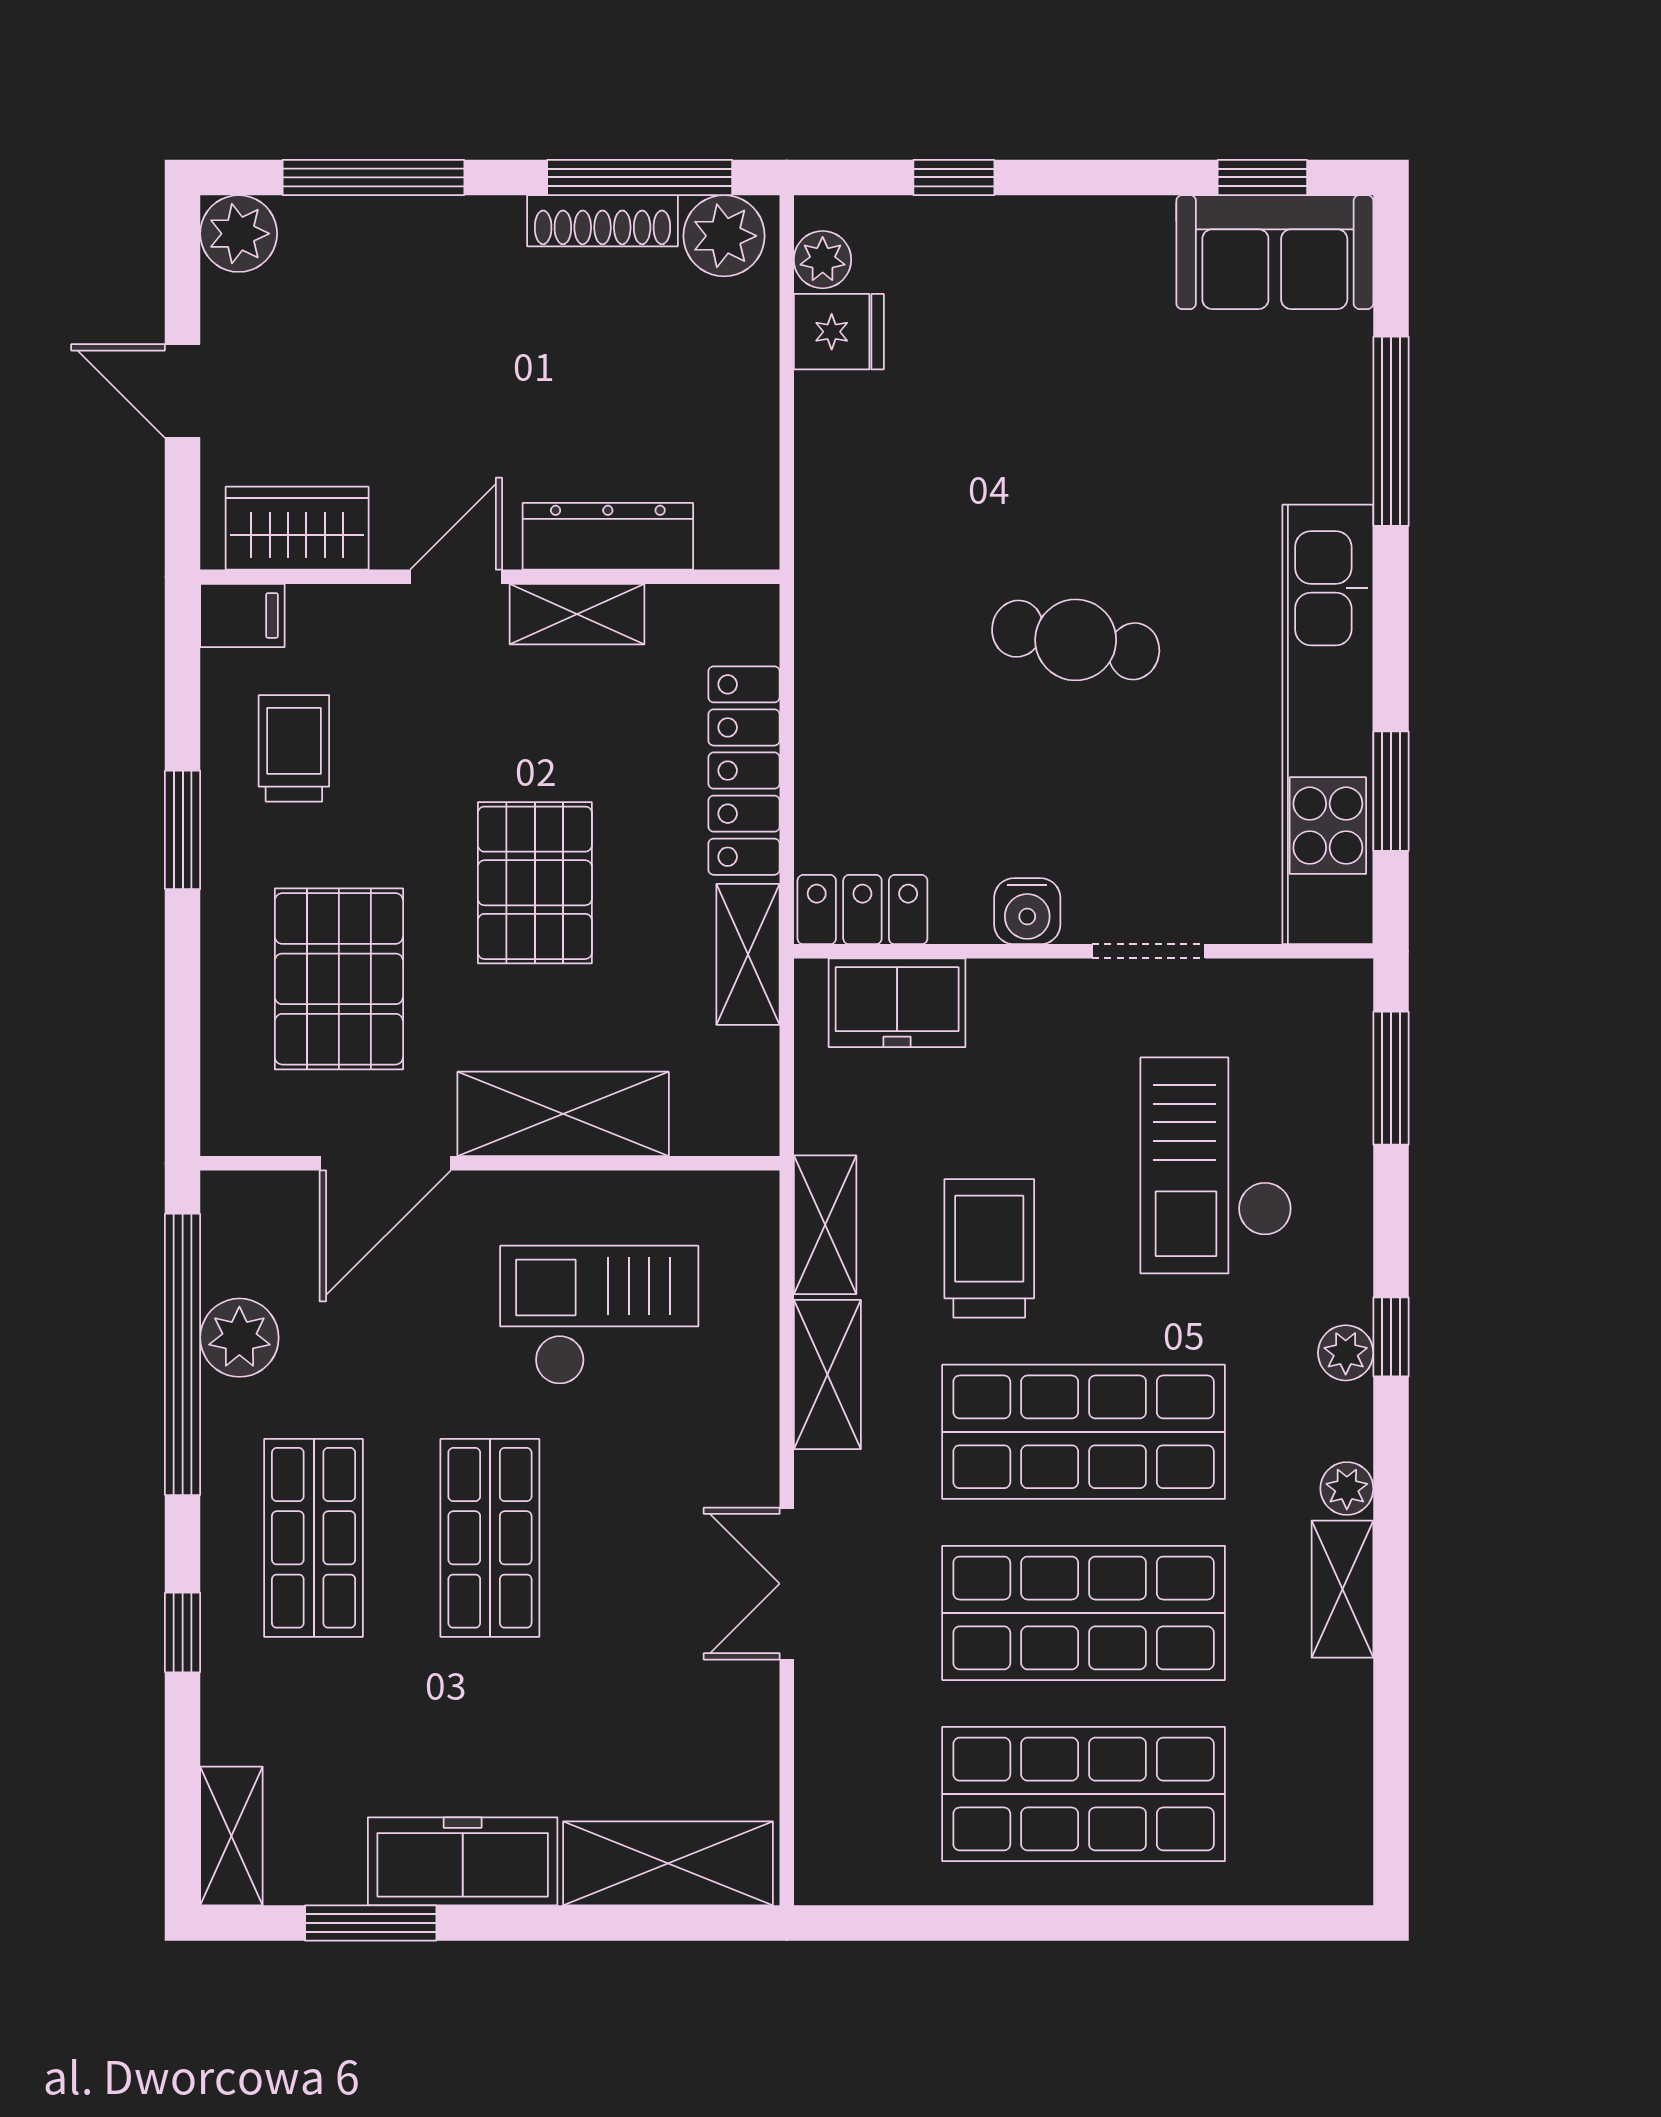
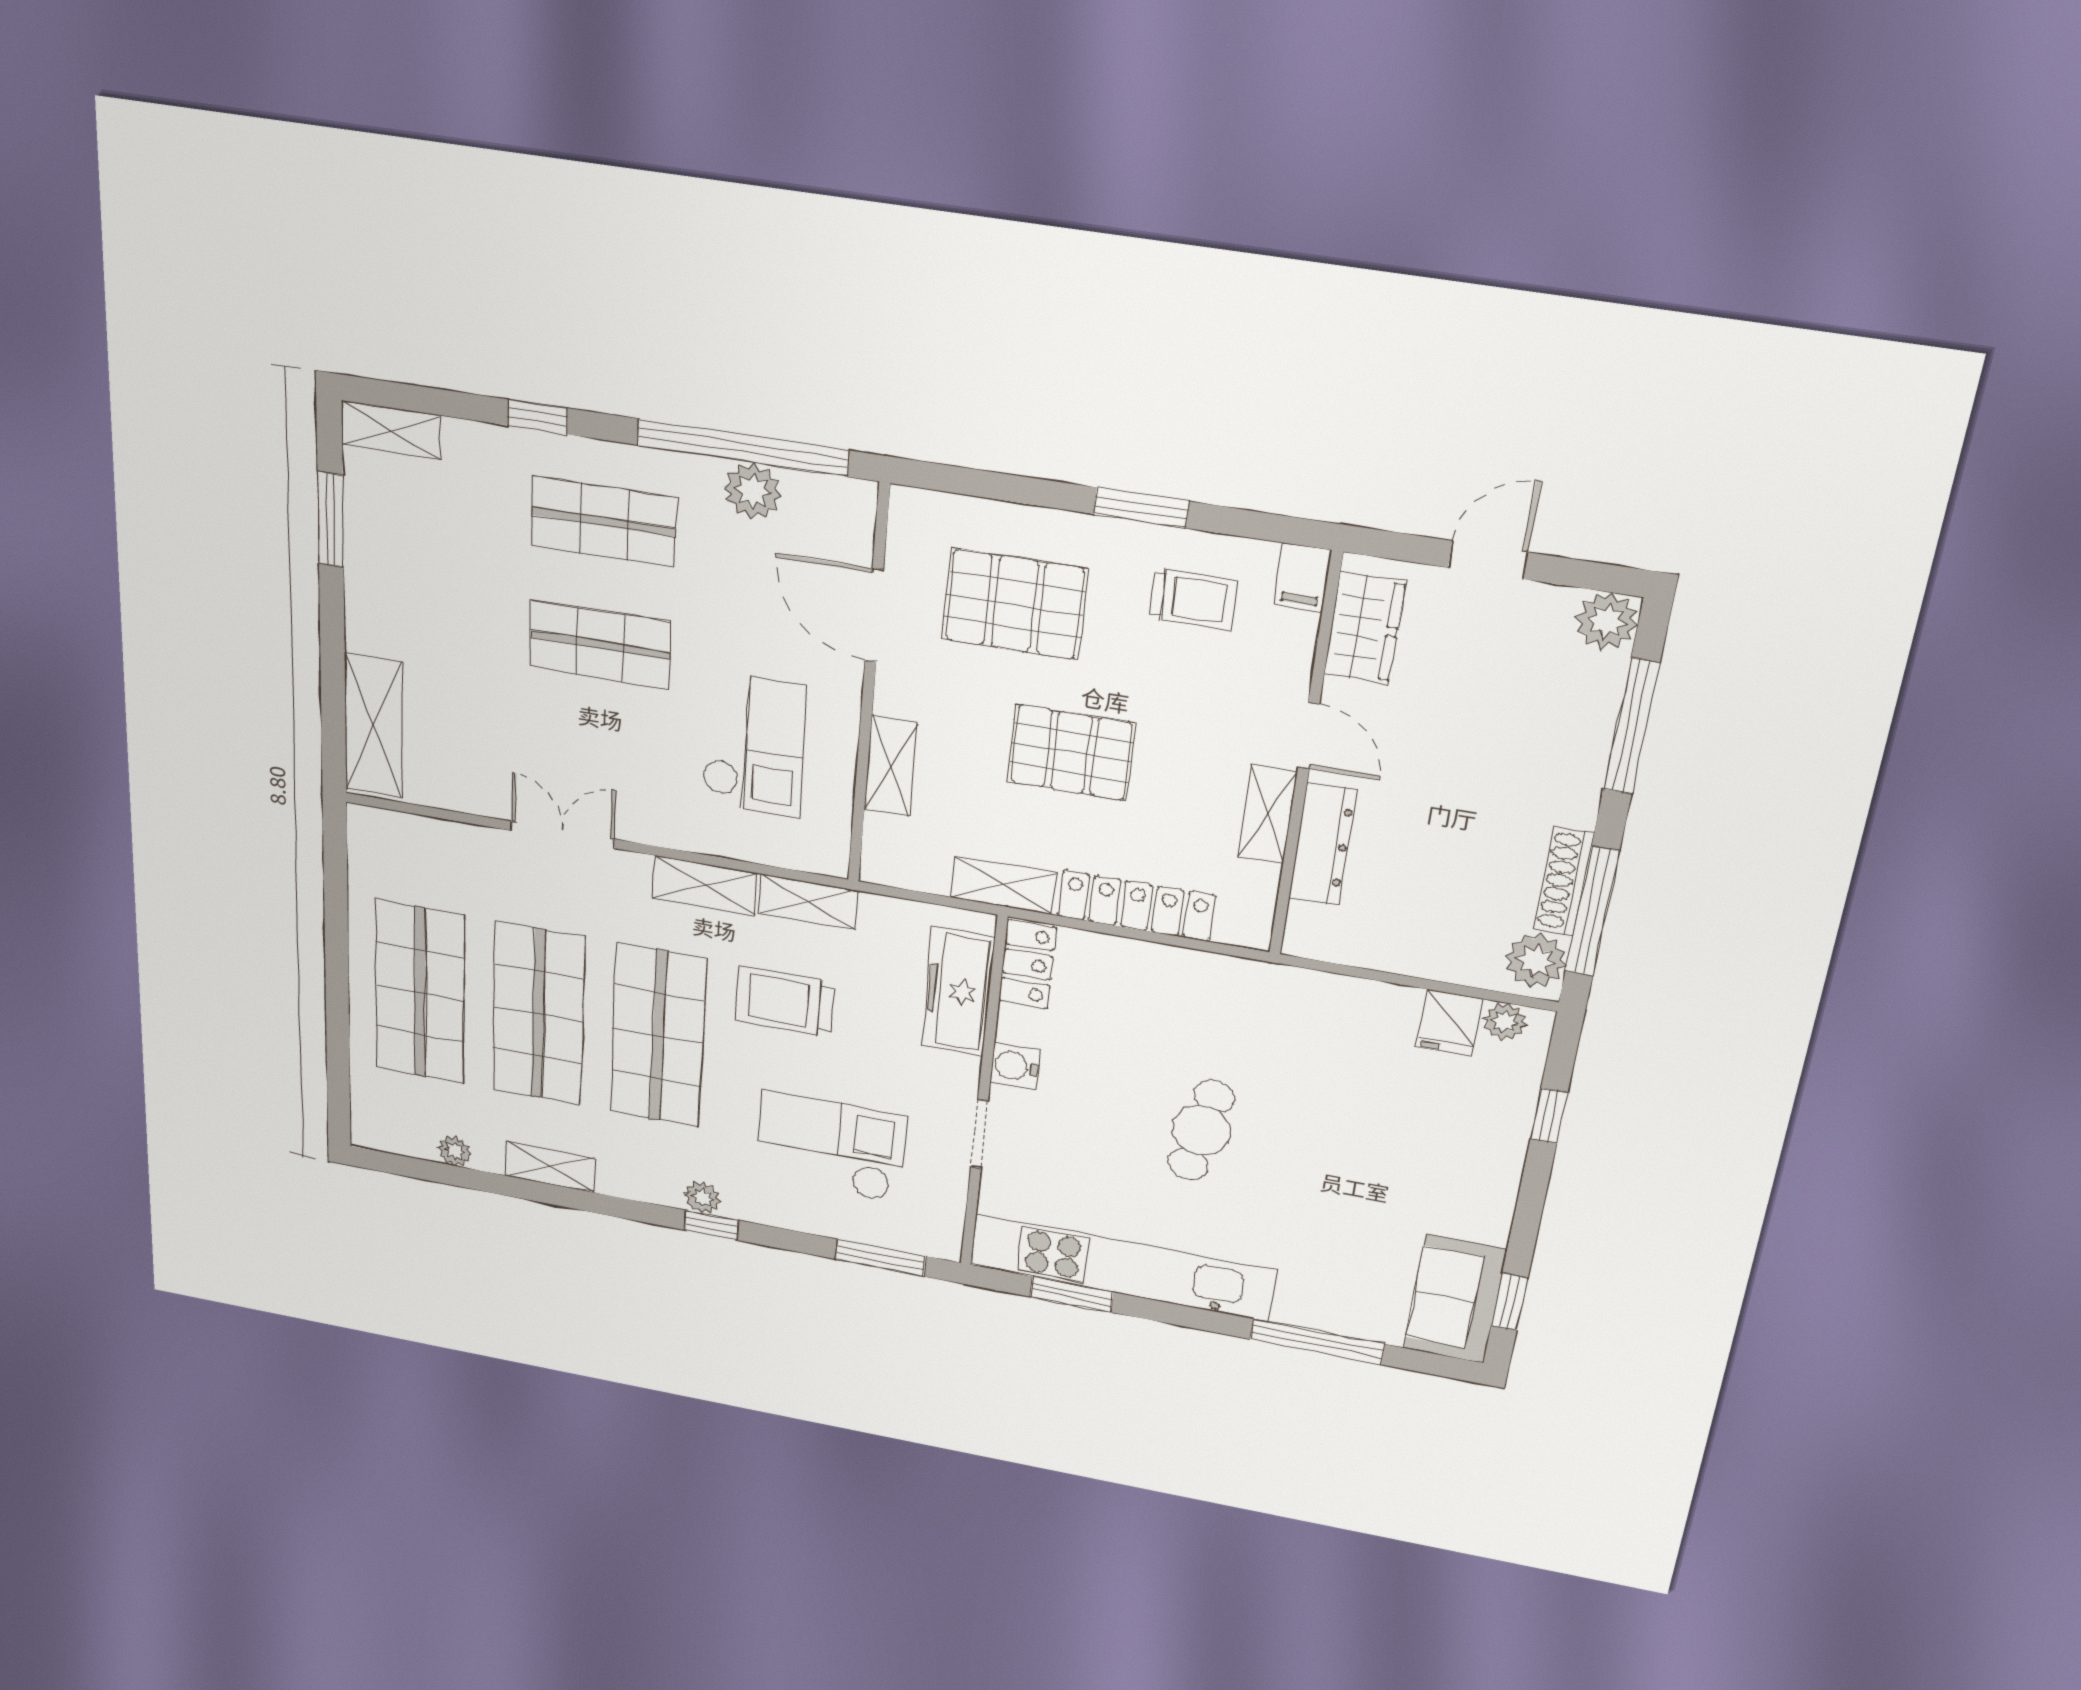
freezer: (897, 1003) -> (958, 992), width x1.40
shelving: (563, 1114) -> (891, 766), width x0.67, depth x0.75
trolley: (989, 1248) -> (785, 1001), turned 180
plant: (1347, 1488) -> (455, 1151), moved
freezer: (463, 1861) -> (374, 589), removed

